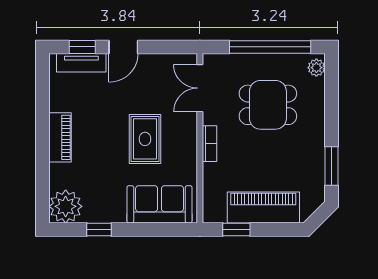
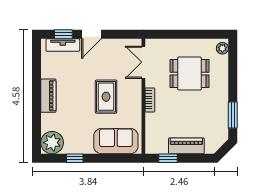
window: (270, 47) -> (191, 34), removed
piano: (263, 207) -> (186, 146), width x0.73, depth x0.75

